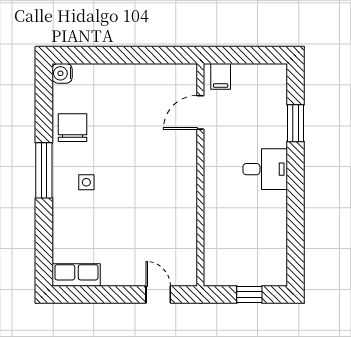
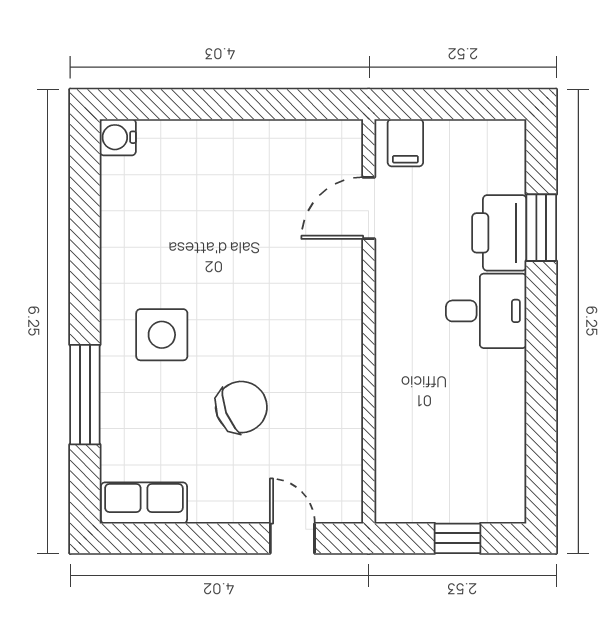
printer: (272, 126) -> (499, 233), added
chair: (72, 128) -> (241, 407), moved, turned 69
window: (44, 170) -> (85, 395), moved
side table: (86, 182) -> (162, 335), width x1.87, depth x1.87

